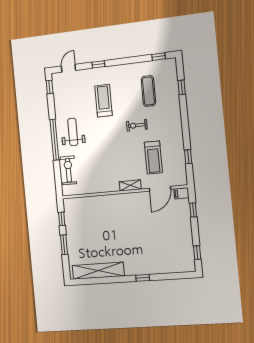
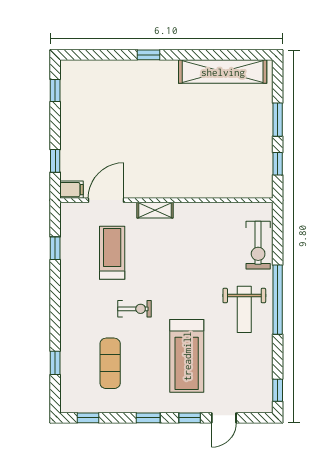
window: (123, 61) -> (148, 418), added
door: (69, 68) -> (224, 418), moved
treadmill: (104, 101) -> (187, 356), width x1.37, depth x1.38

